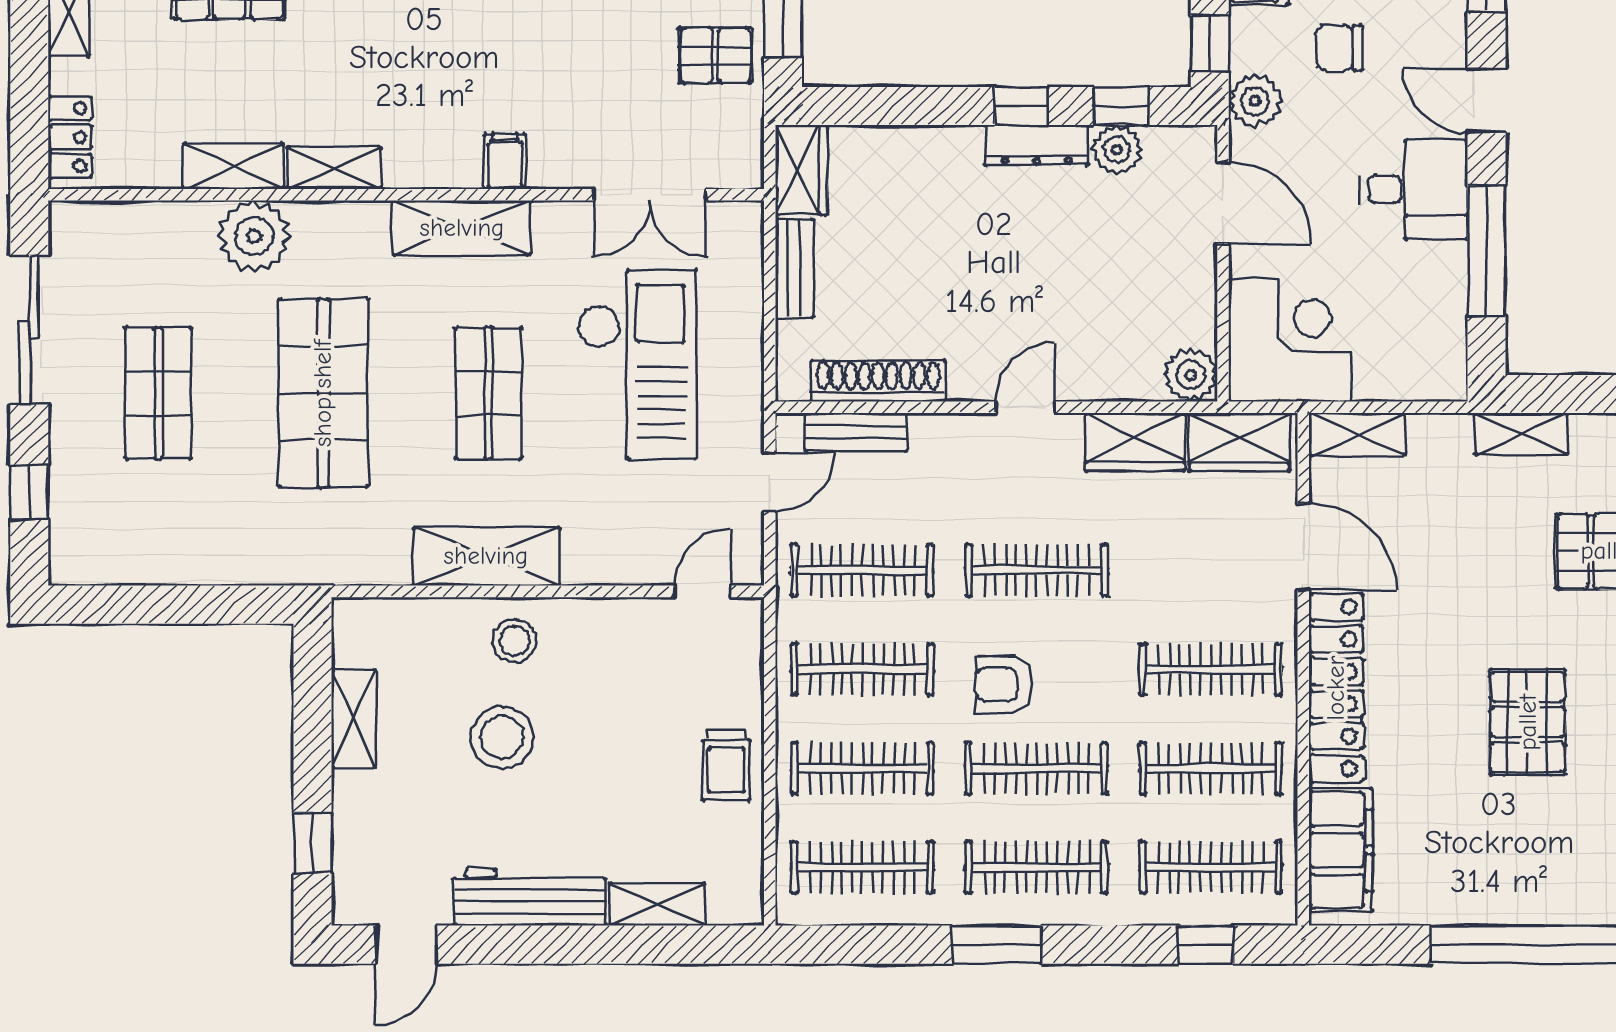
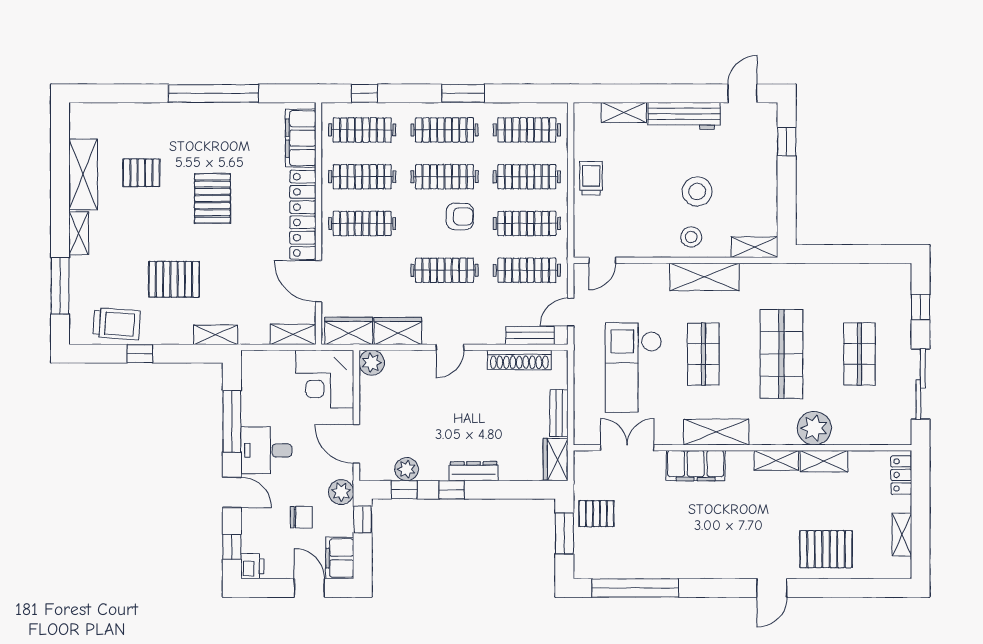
dresser: (1037, 145) -> (474, 471), moved
filing cabinet: (505, 161) -> (696, 466), width x3.00, depth x1.17
shelving: (354, 718) -> (755, 247), moved, turned 90

